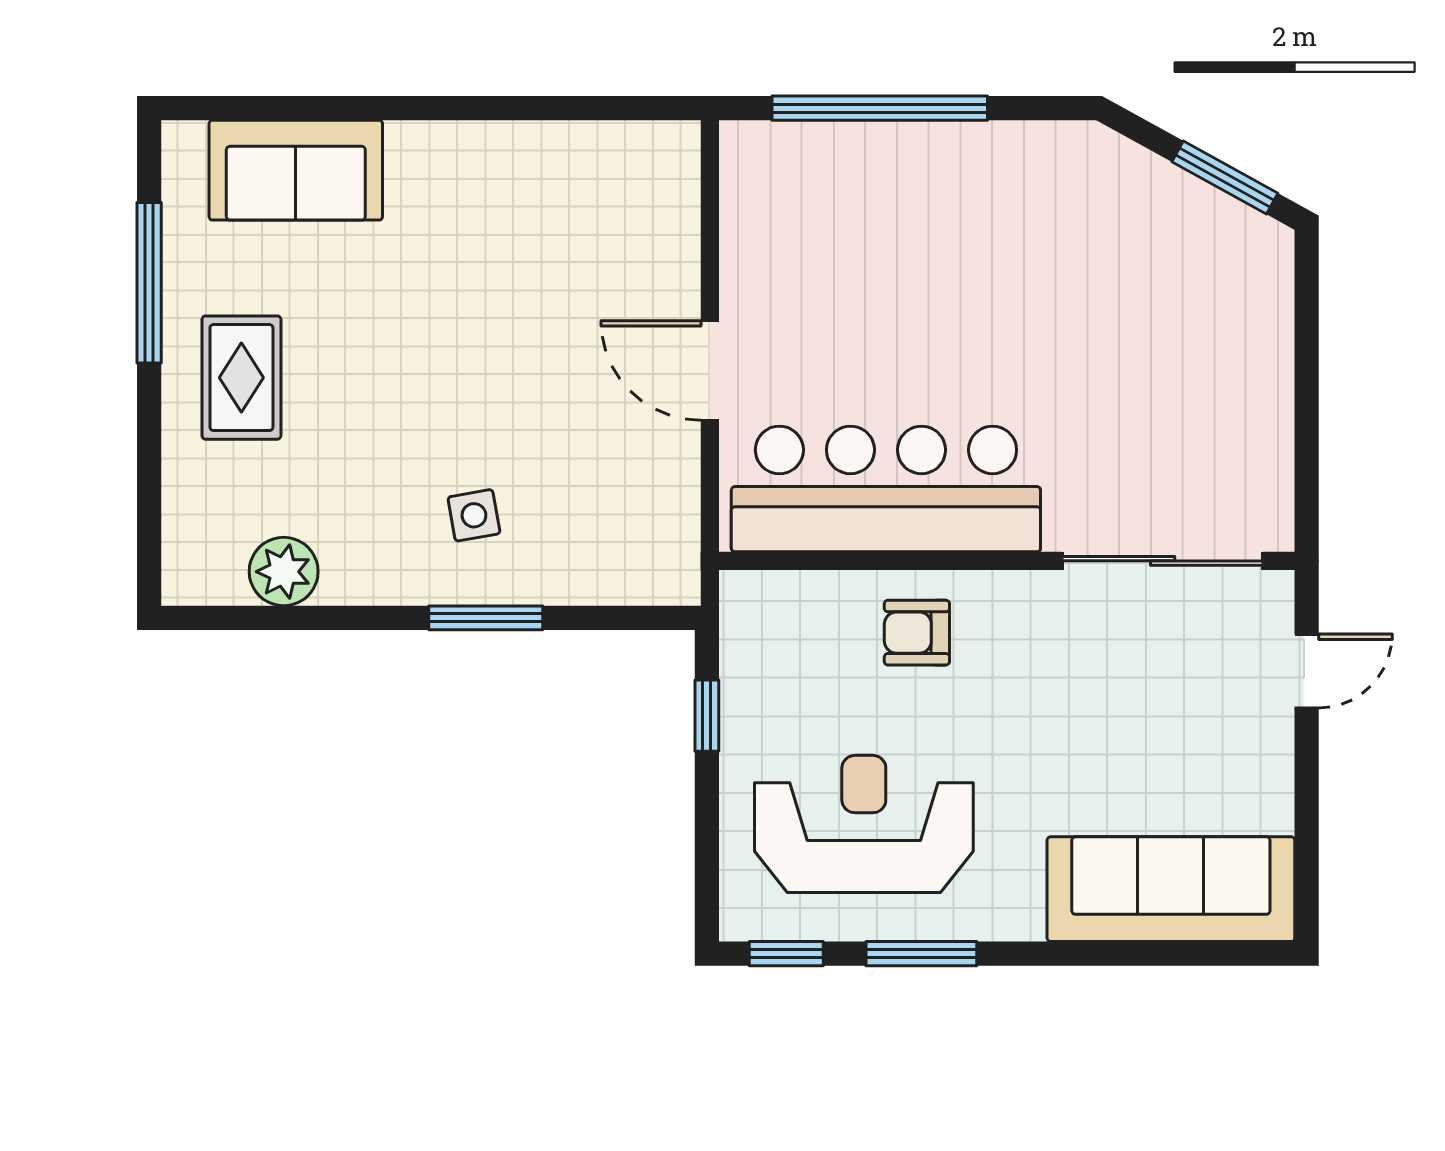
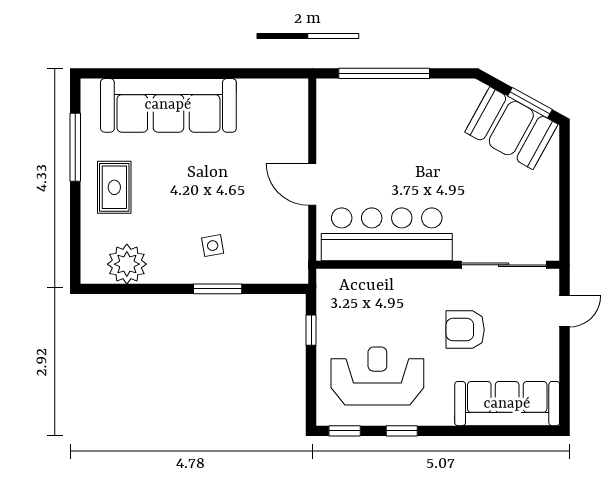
sofa: (296, 170) -> (168, 105), width x1.85, depth x1.27
booth: (1181, 238) -> (511, 128), added
plant: (284, 572) -> (127, 264), width x1.36, depth x1.36
armchair: (917, 633) -> (465, 330), moved, width x1.38, depth x1.38
window: (921, 954) -> (402, 431), width x0.67

